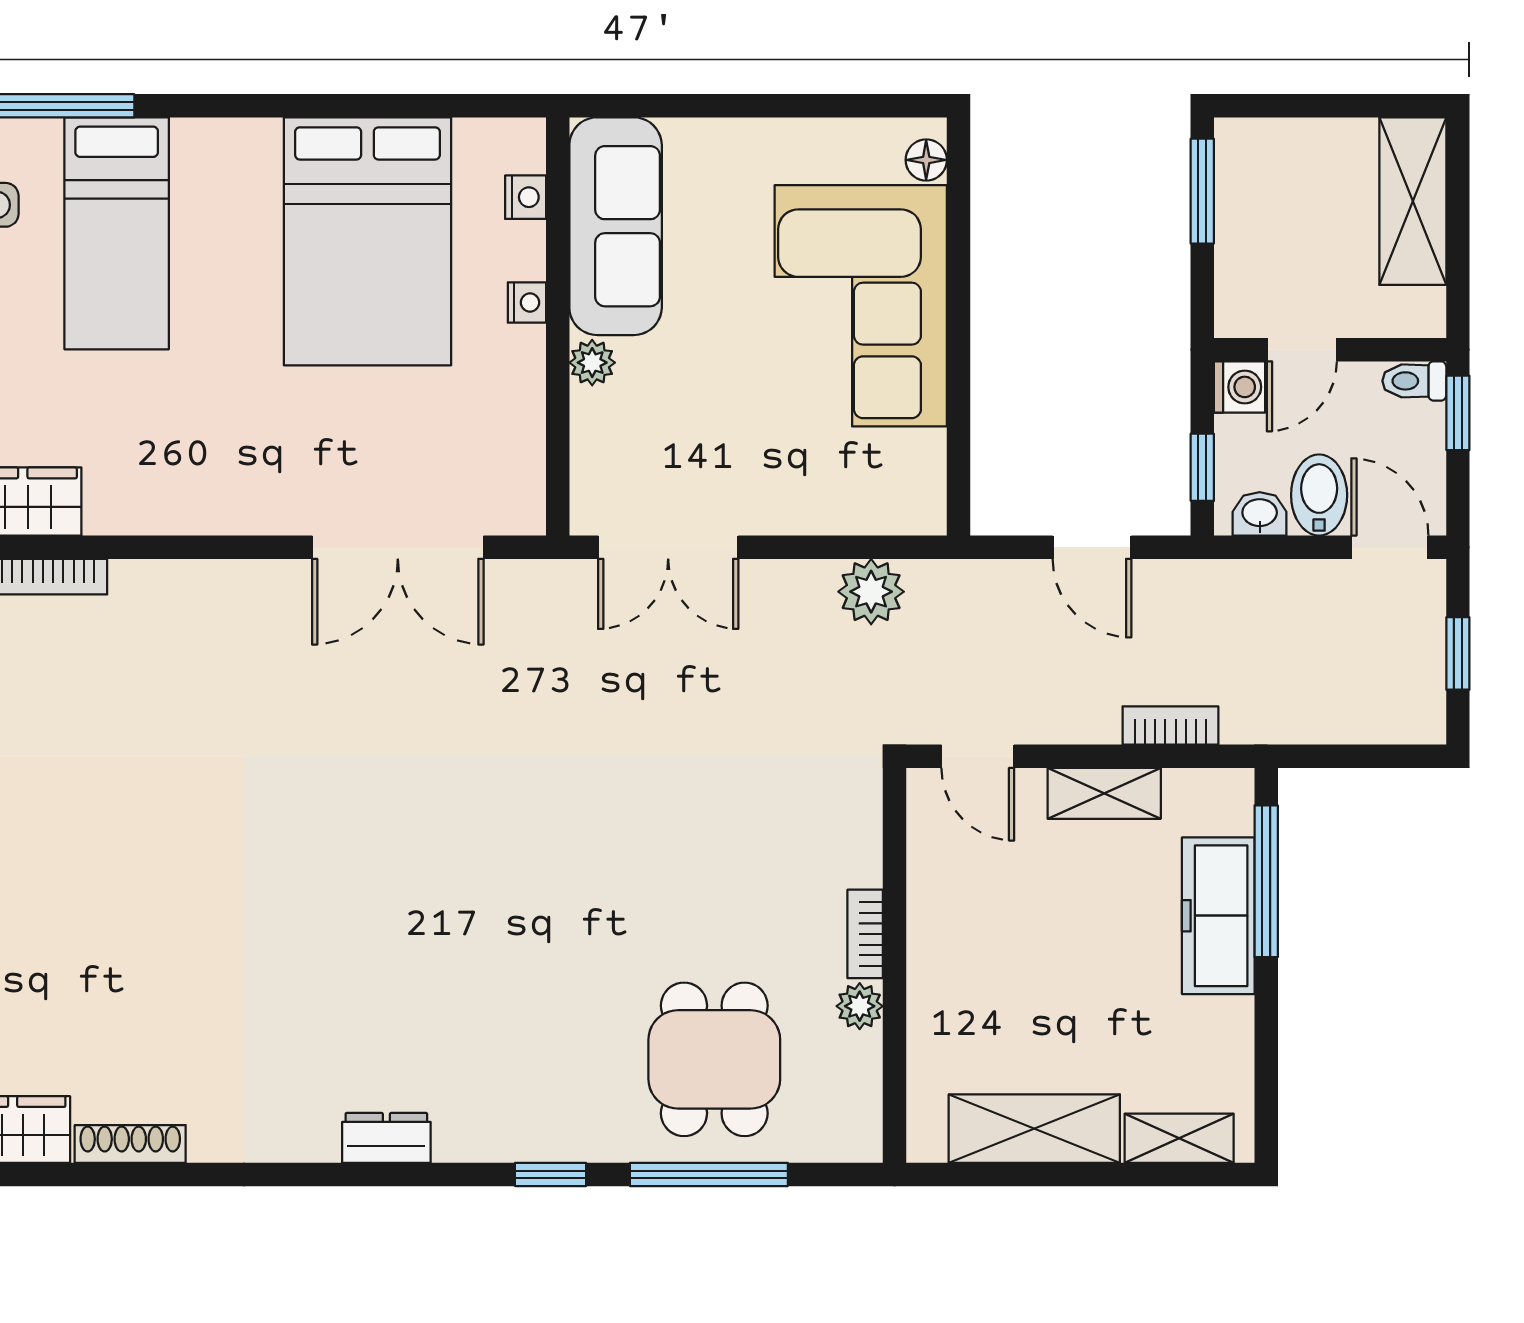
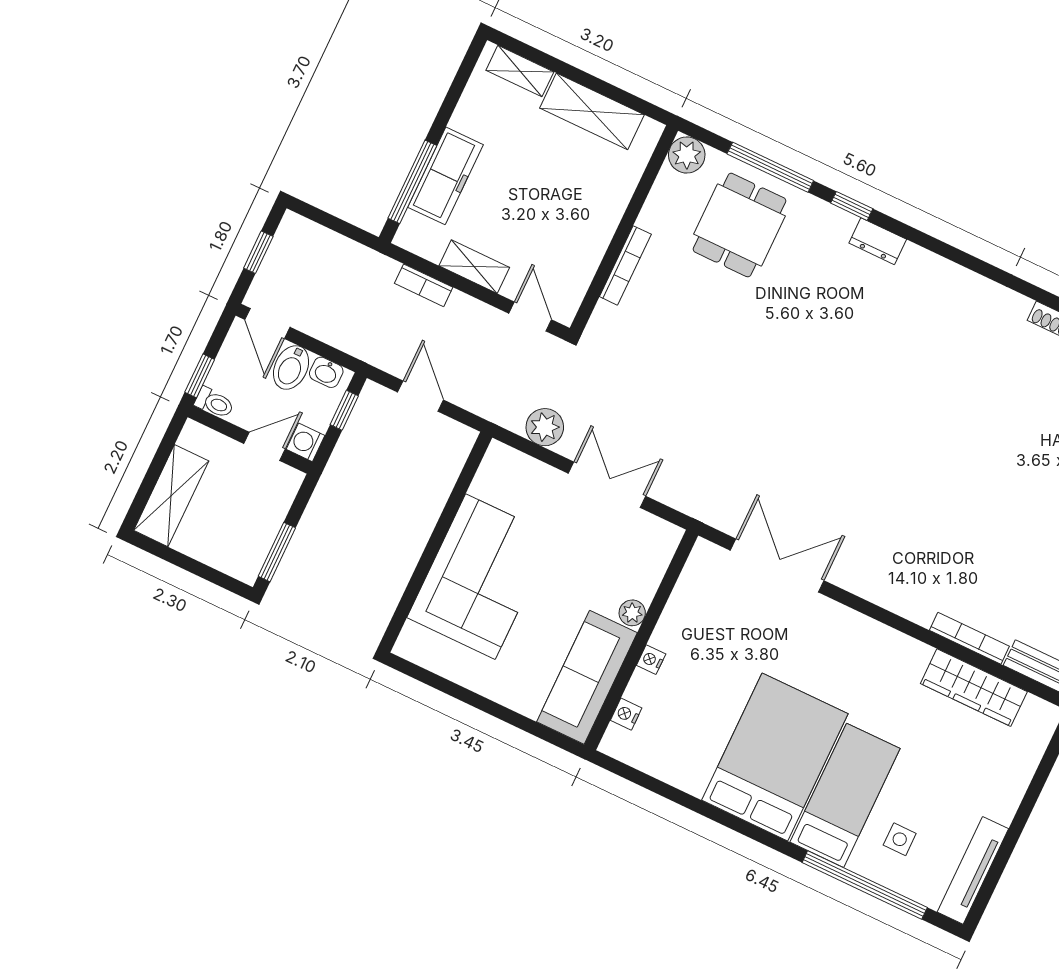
floor lamp: (926, 160) -> (411, 636), removed
bed: (367, 241) -> (775, 757), moved
double door: (668, 547) -> (607, 485), moved
bookcase: (865, 934) -> (625, 265), width x1.56
plant: (860, 1006) -> (687, 155), moved, width x1.38, depth x1.38
dresser: (386, 1138) -> (878, 241), moved

